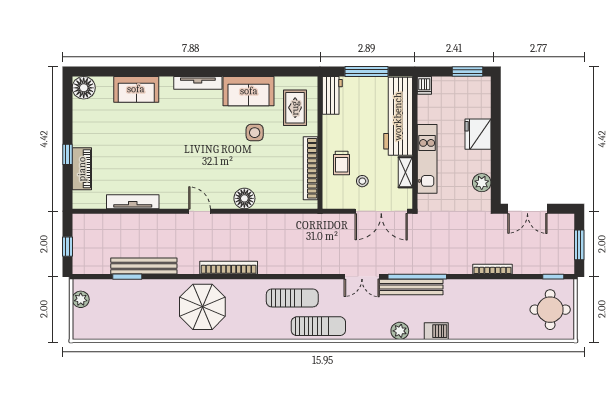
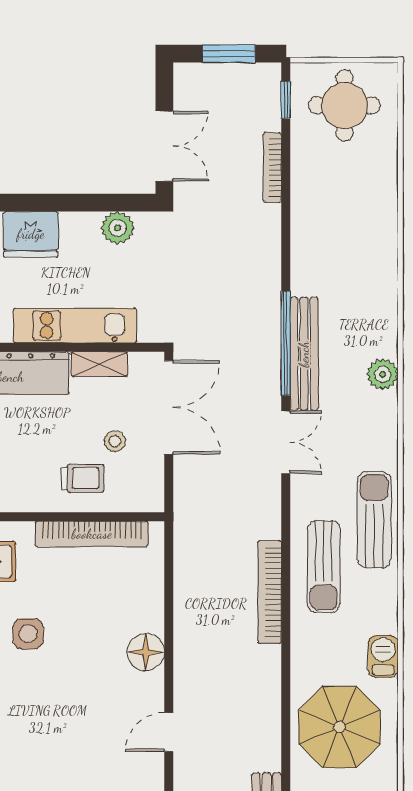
bookcase: (229, 268) -> (270, 592), moved
bookcase: (492, 269) -> (272, 168), moved
sun lounger: (292, 298) -> (324, 567), turned 180
barbecue: (436, 331) -> (383, 656), moved

